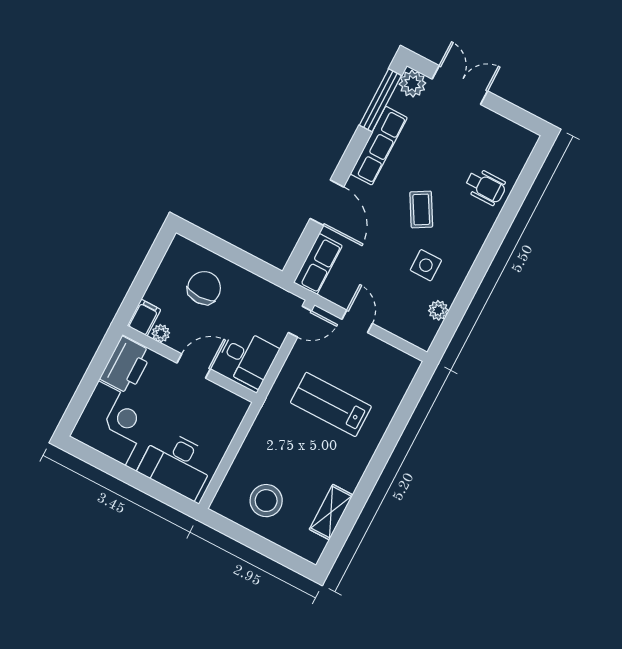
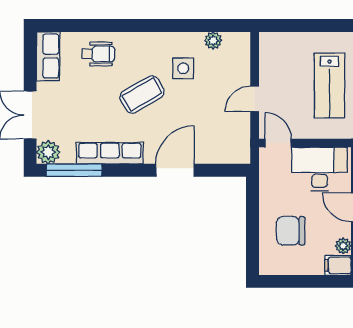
wheelchair: (486, 187) -> (98, 54), turned 90
coffee table: (421, 209) -> (142, 94), width x1.36, depth x1.30
row of seats: (318, 264) -> (48, 56), moved, turned 90
desk: (247, 358) -> (320, 169), width x1.37

